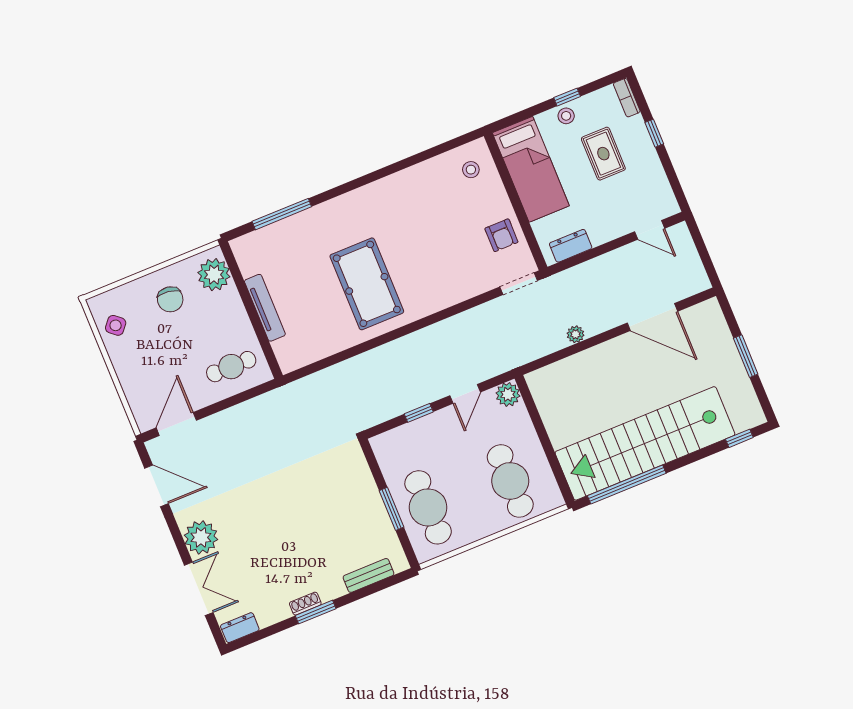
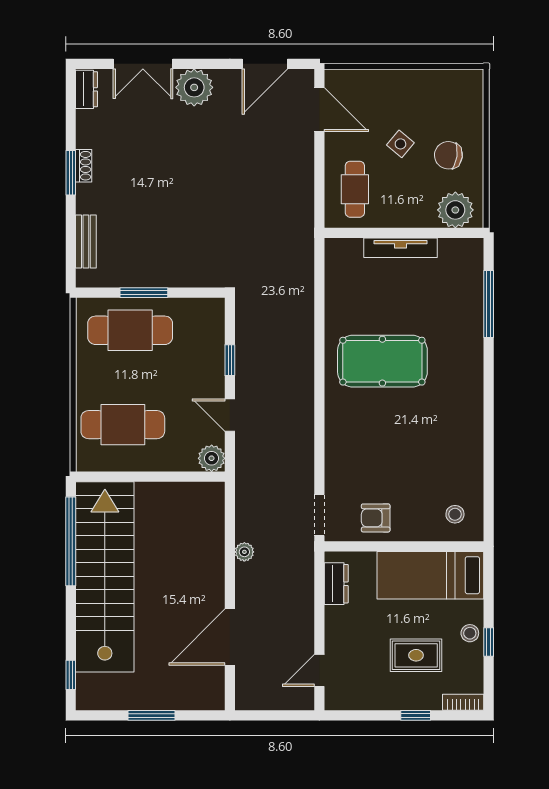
side table: (116, 325) -> (400, 144), moved

